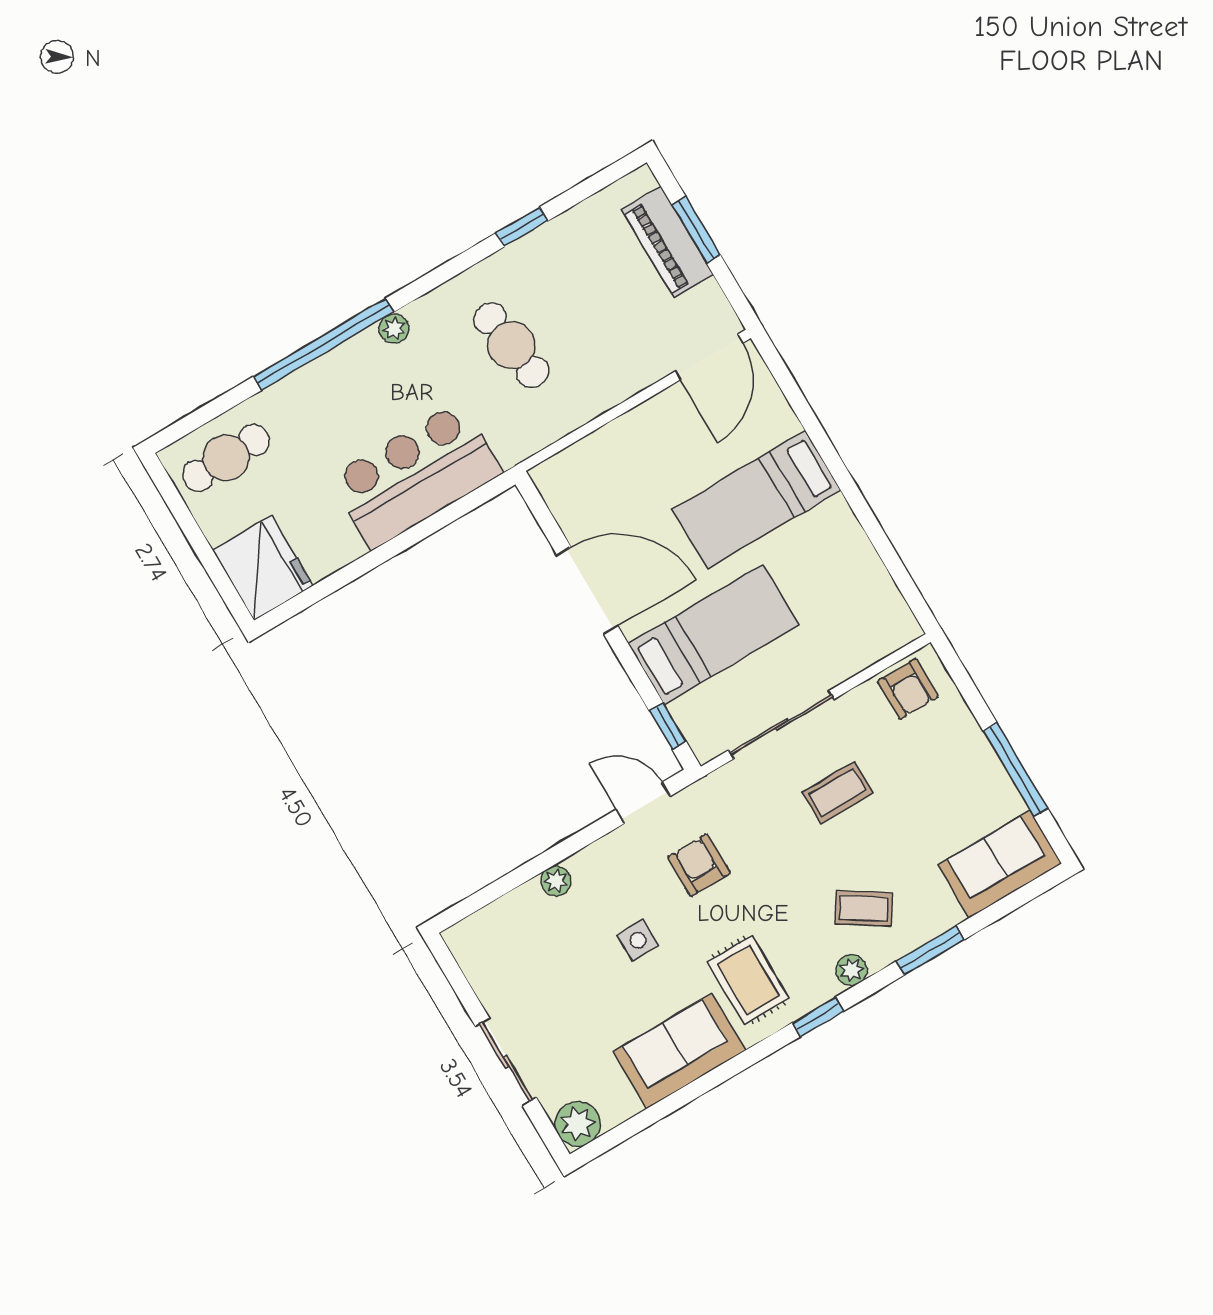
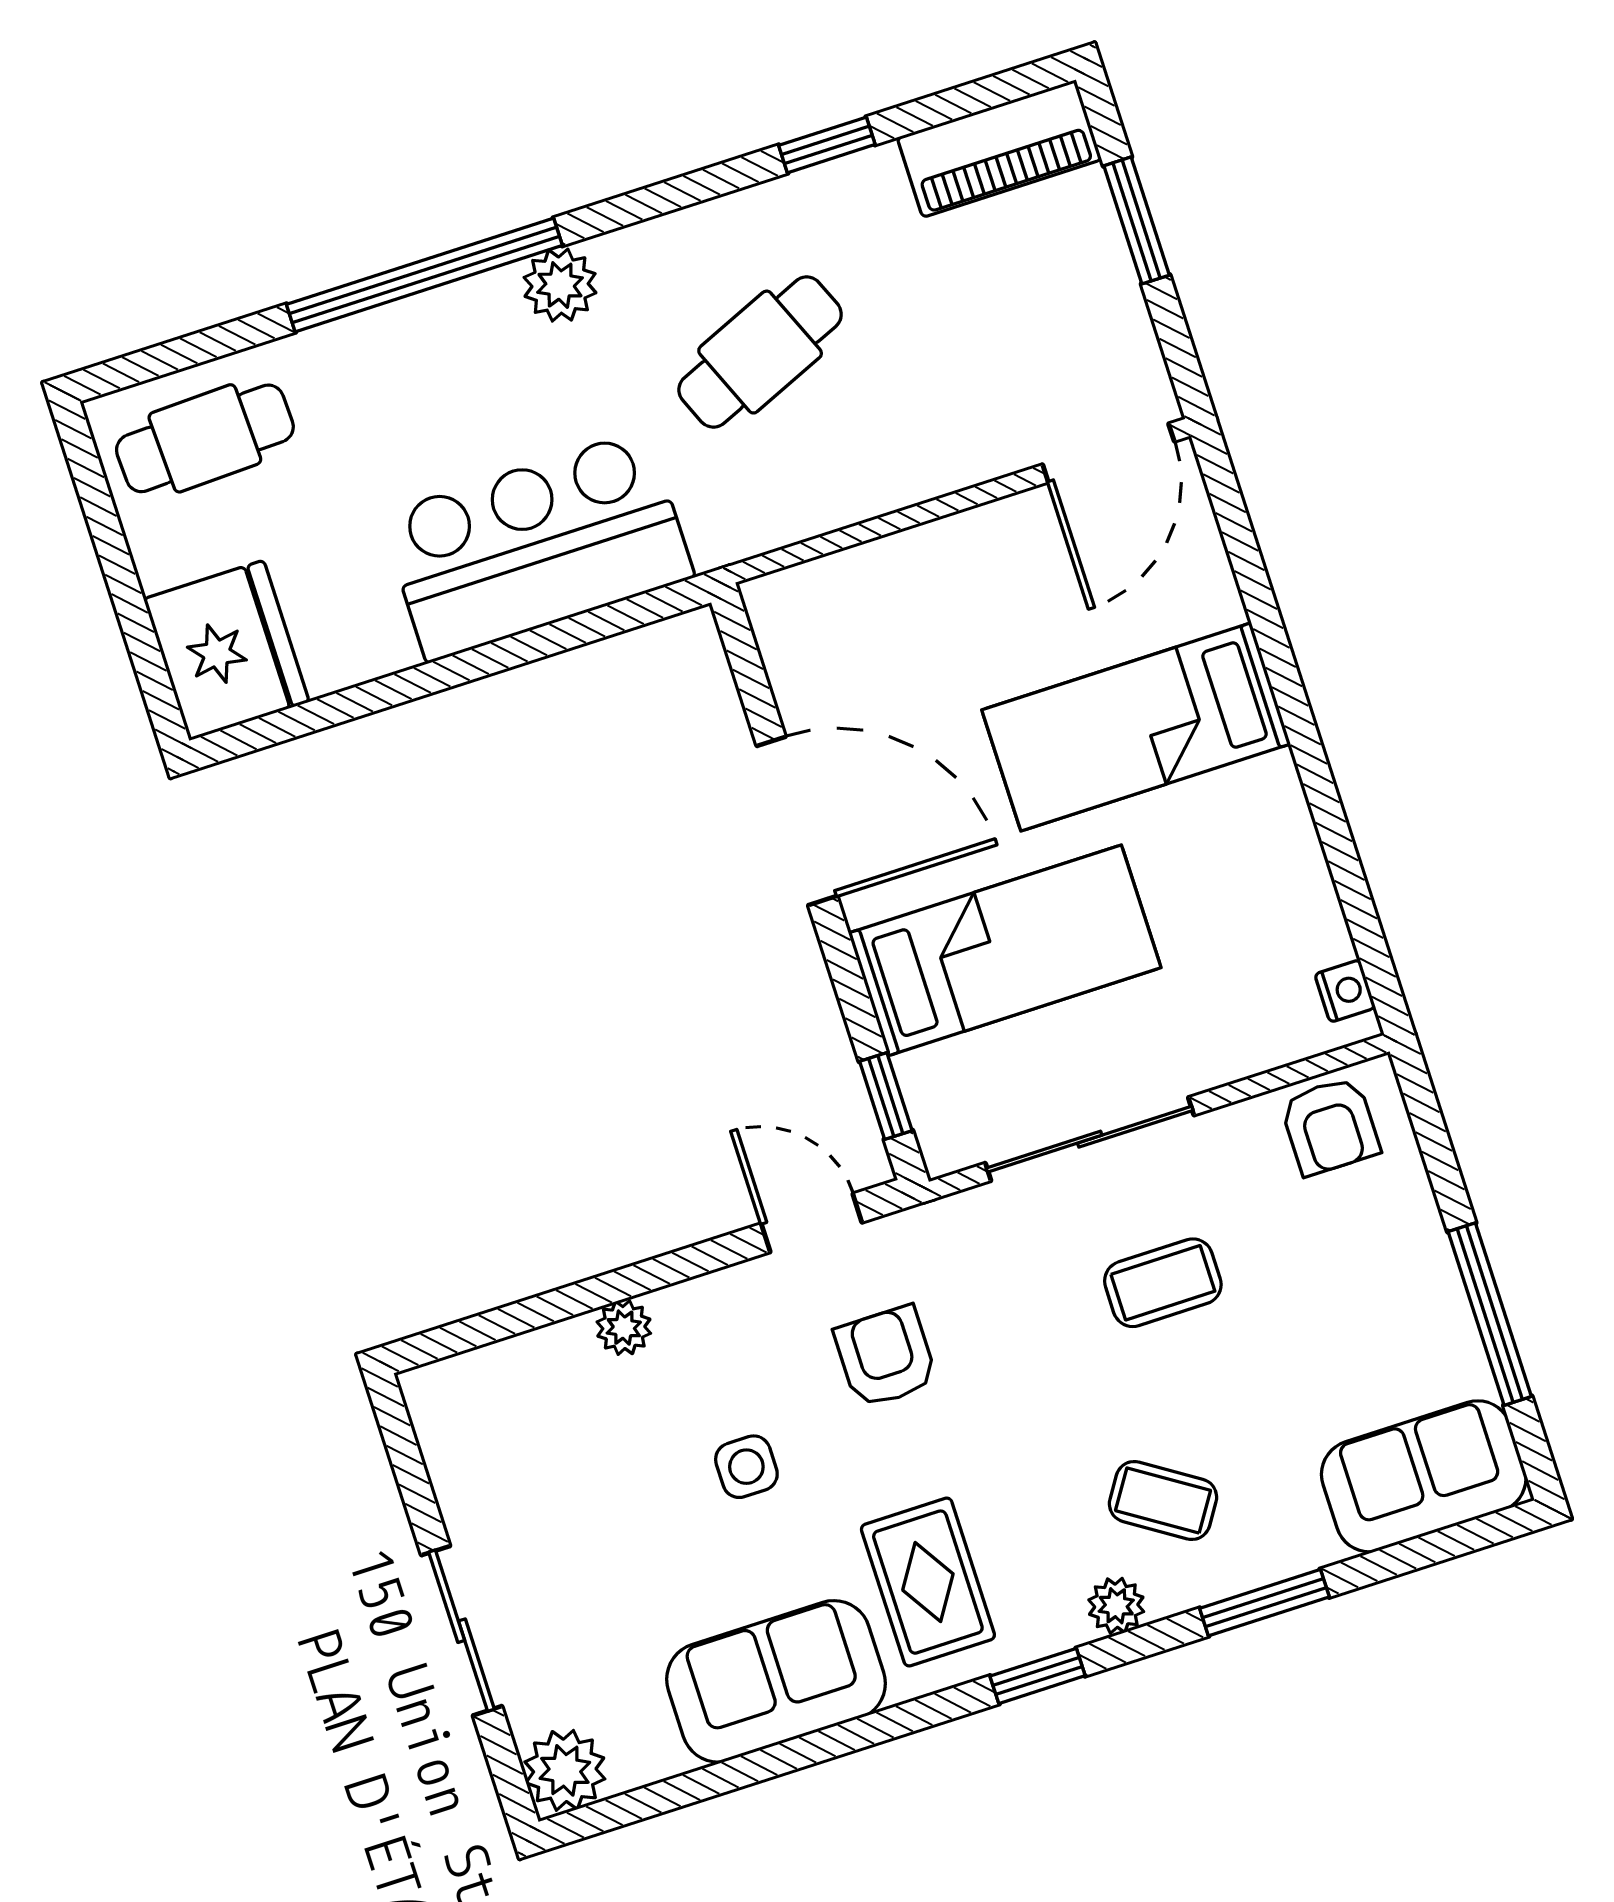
piano: (668, 242) -> (999, 149), moved, turned -90
plant: (394, 329) -> (560, 285), width x1.38, depth x1.38
cafe table: (511, 345) -> (760, 352), turned 75
nightstand: (900, 615) -> (1345, 991), added

